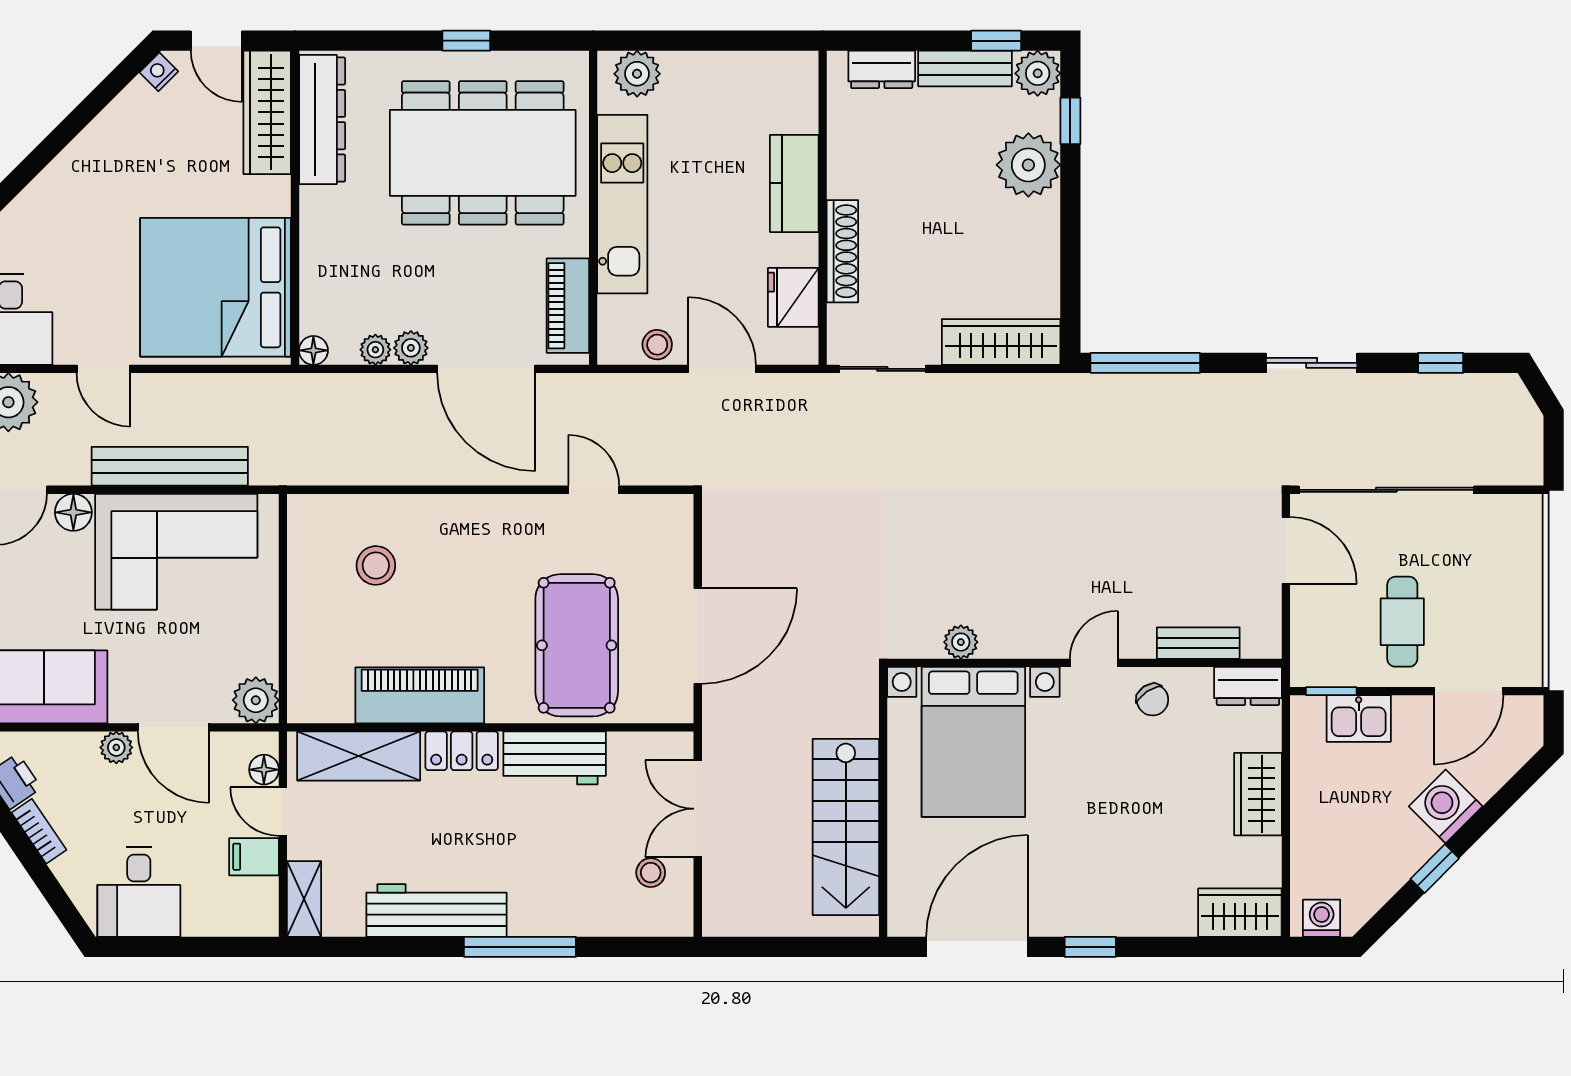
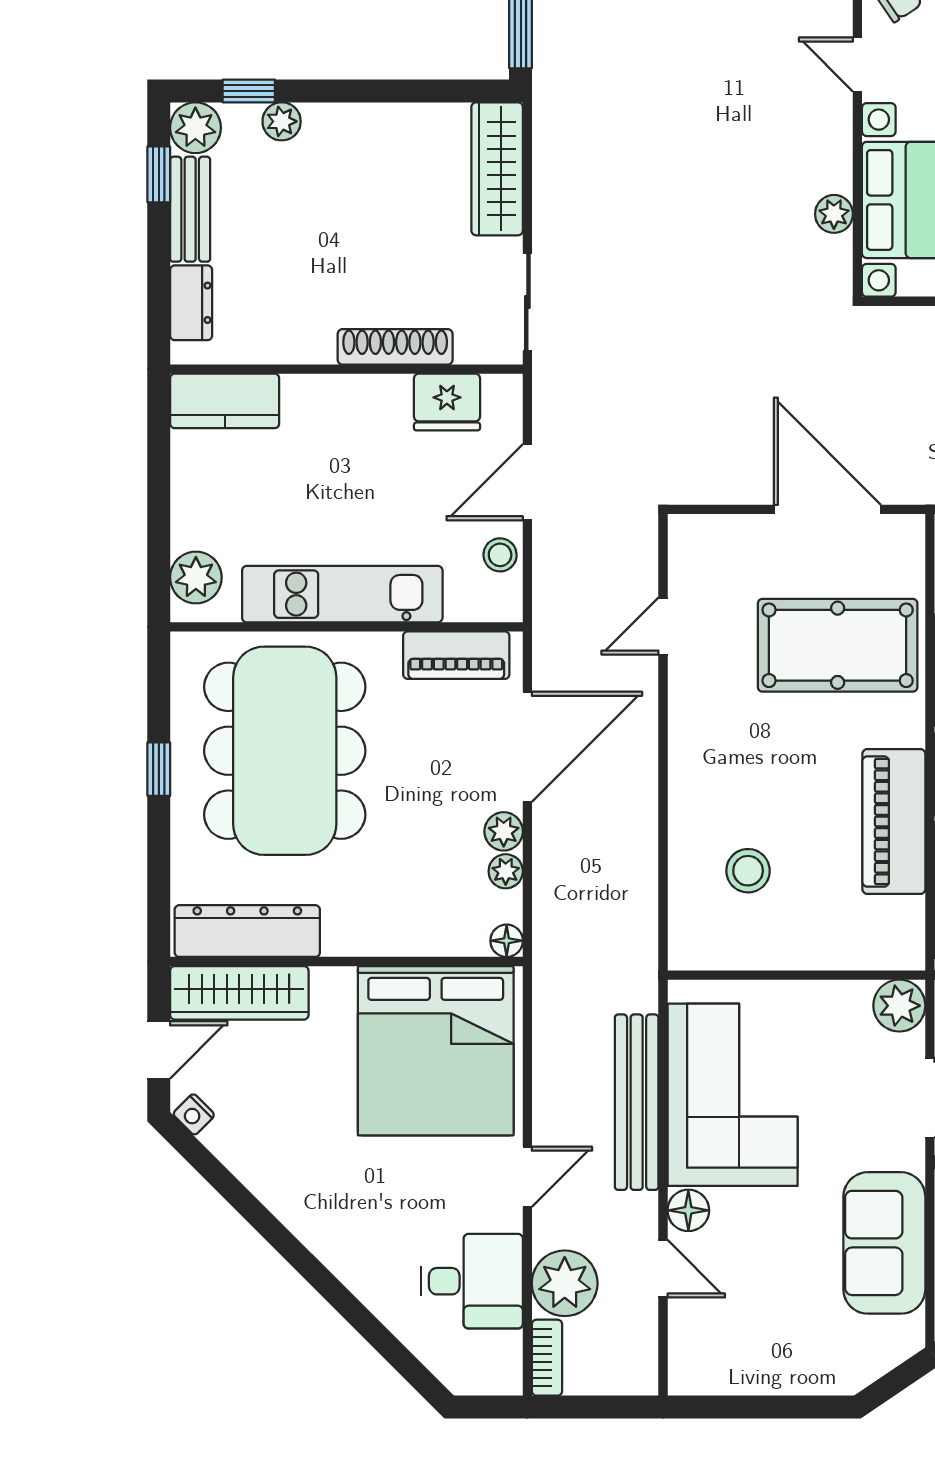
plant: (1028, 165) -> (282, 121), width x0.53, depth x0.53
kitchen counter: (794, 183) -> (225, 401), moved

